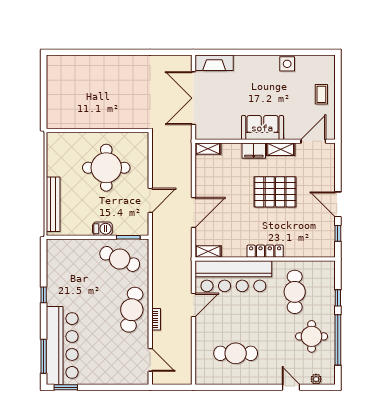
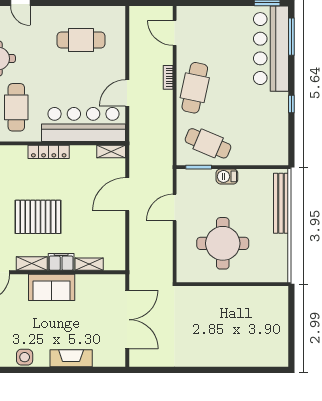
fireplace: (214, 63) -> (71, 358), moved
shelving: (208, 149) -> (89, 264), moved

